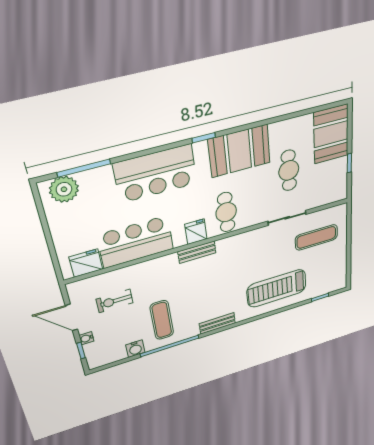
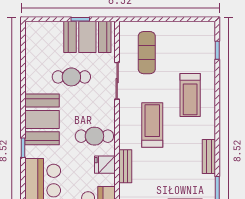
booth: (331, 134) -> (87, 37), moved
treadmill: (244, 264) -> (152, 125), added
treadmill: (277, 288) -> (190, 95), width x0.73, depth x0.73

